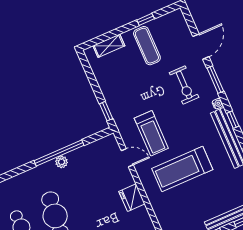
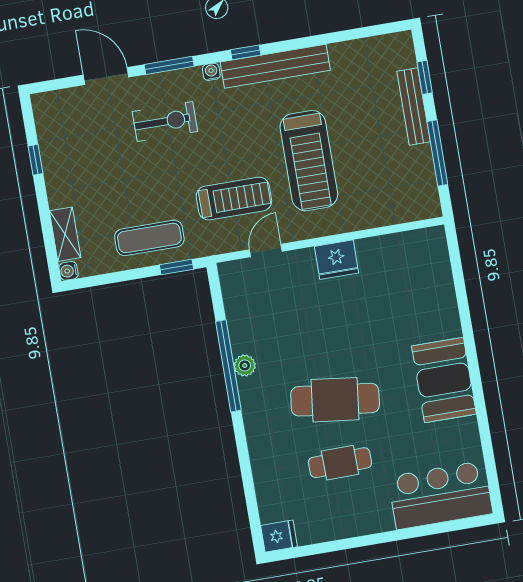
exercise mat: (147, 46) -> (149, 238), moved
water cooler: (89, 53) -> (69, 271), added

